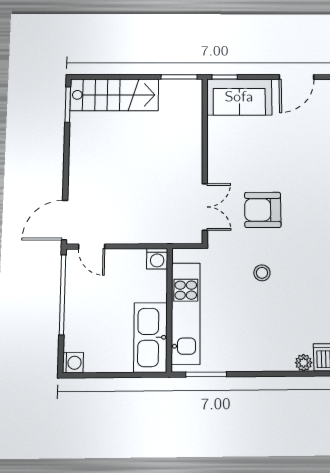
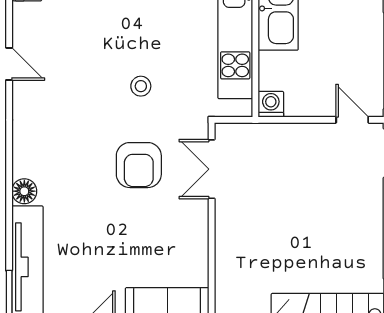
armchair: (263, 210) -> (139, 165), turned 90

